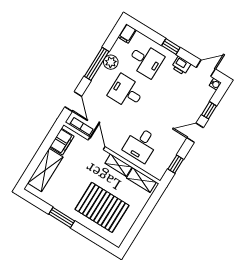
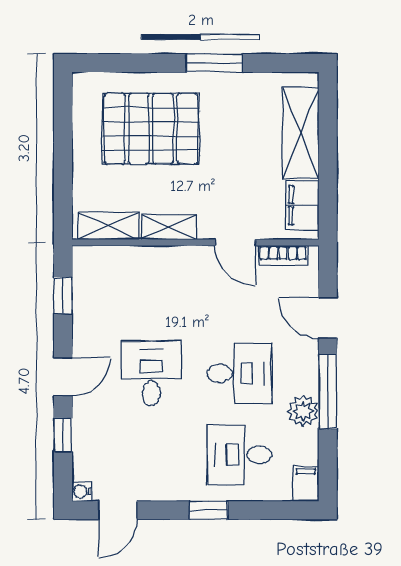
printer: (181, 66) -> (167, 486), removed
door: (73, 101) -> (328, 318), moved
desk: (141, 144) -> (151, 373), moved

